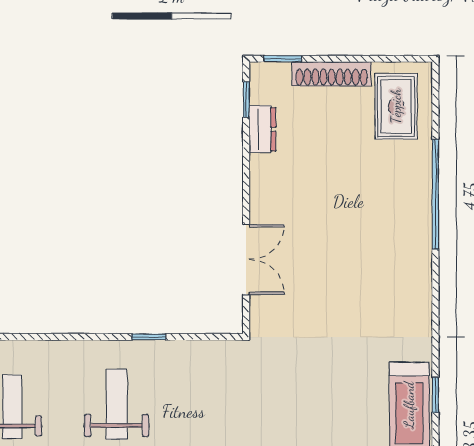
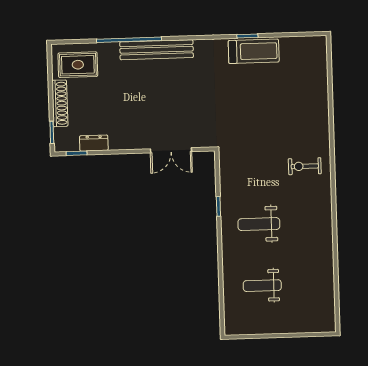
bench: (417, 240) -> (157, 50), added
double door: (246, 259) -> (171, 150), swing flipped

